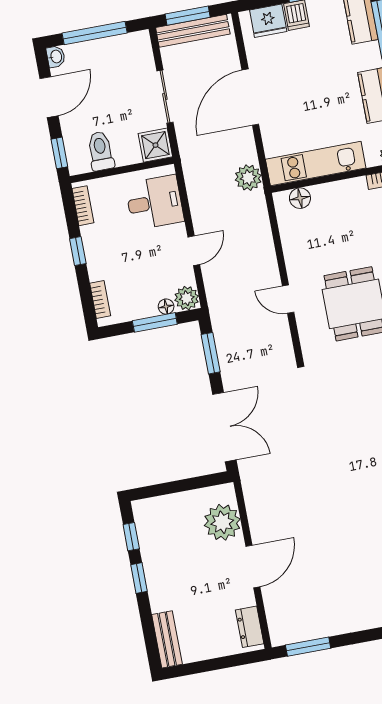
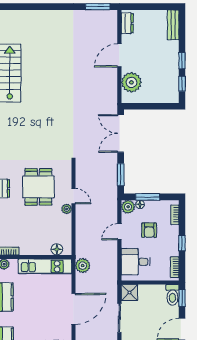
toilet: (101, 151) -> (172, 295), moved
armchair: (141, 263) -> (149, 230), added
plant: (296, 274) -> (67, 209), added

